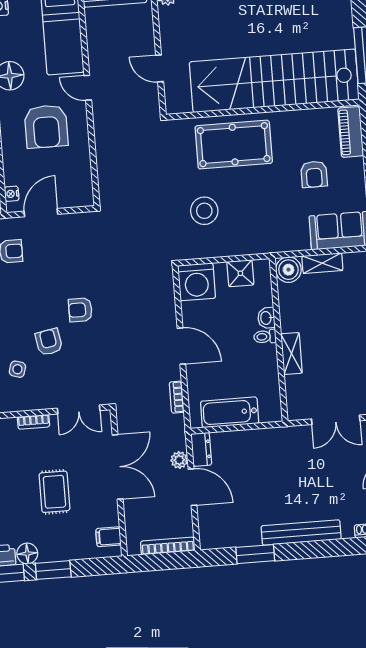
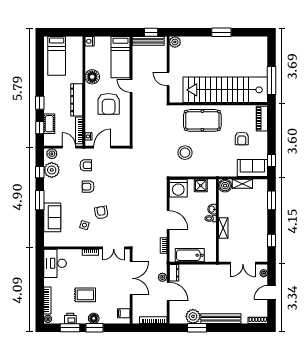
armchair: (80, 310) -> (88, 187), moved
rug: (54, 492) -> (85, 295), moved, turned 90
plant: (245, 532) -> (193, 316), added
floor lamp: (27, 554) -> (94, 318), moved

